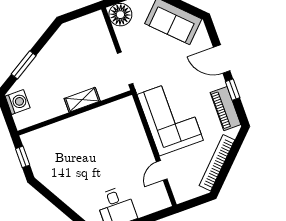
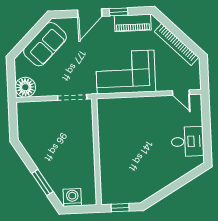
shelving: (82, 100) -> (87, 142), removed
door: (162, 170) -> (181, 93), moved

